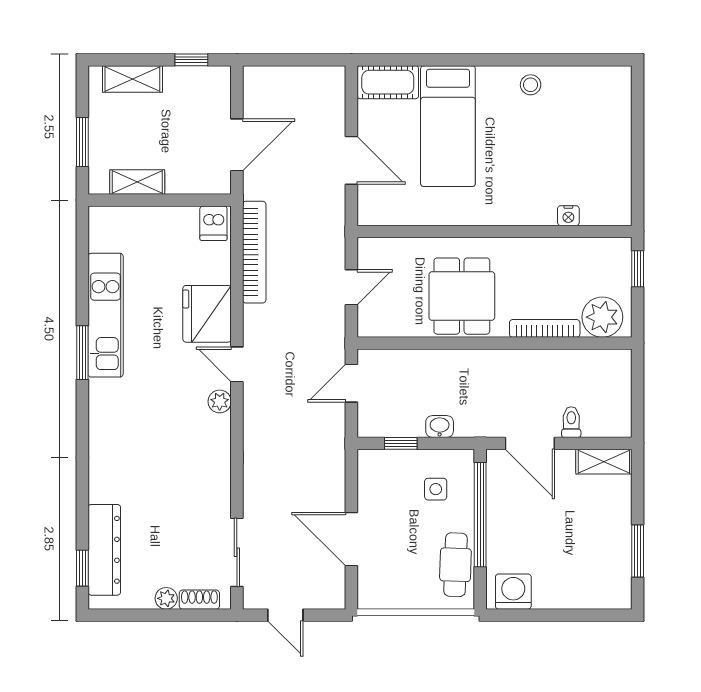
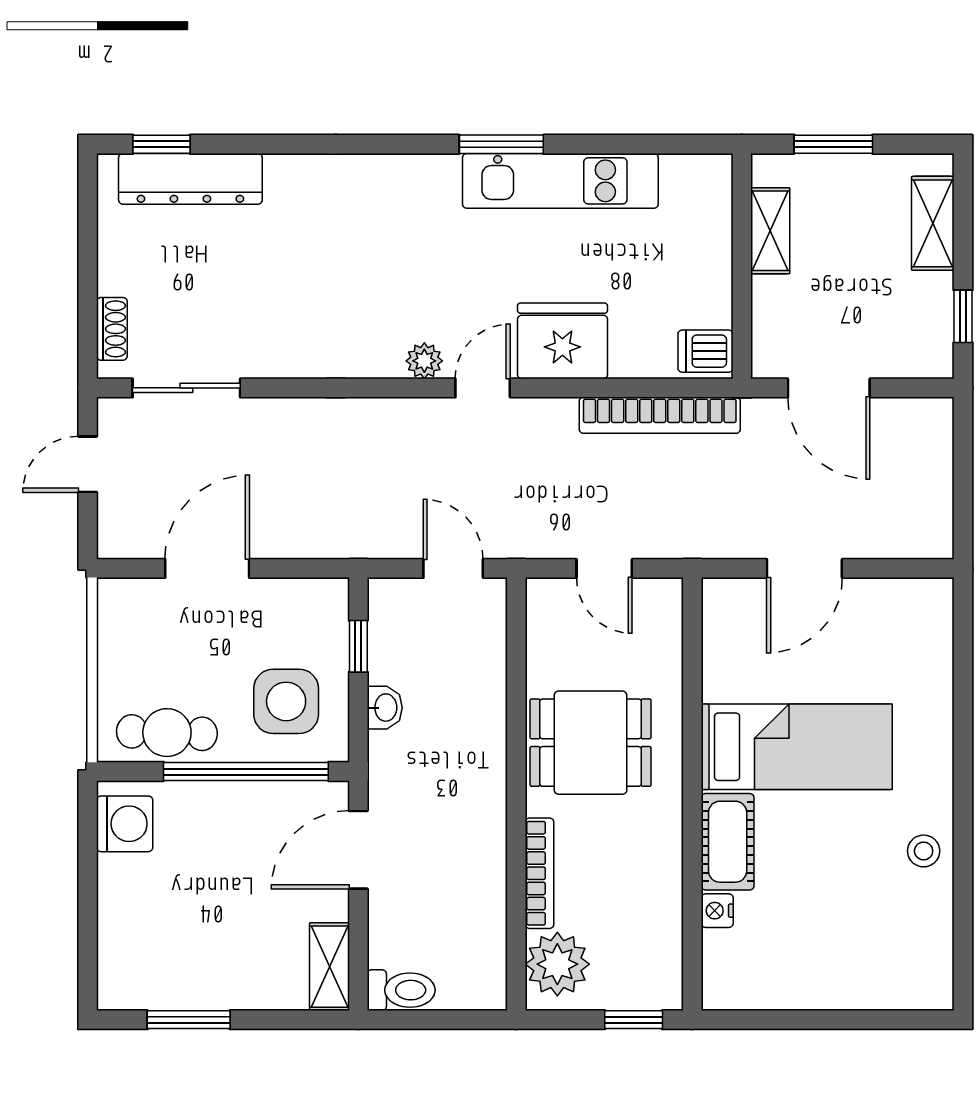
cot: (388, 82) -> (728, 842), moved
bed: (448, 126) -> (797, 747), moved, turned 180
toilet: (571, 422) -> (401, 990), moved, width x1.37, depth x1.39
side table: (436, 489) -> (286, 701), width x1.87, depth x1.87
plant: (166, 598) -> (114, 277), removed

